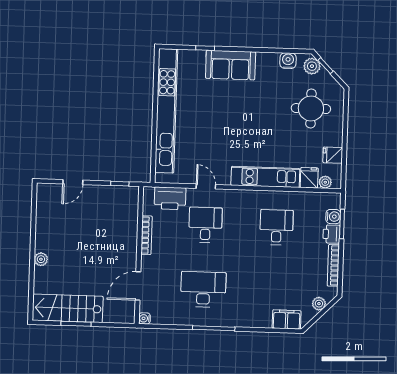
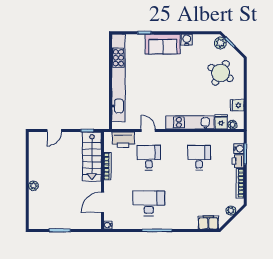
water cooler: (288, 61) -> (187, 40), moved
round table: (311, 109) -> (221, 73), turned 30
stairs: (68, 308) -> (92, 157), moved, turned -90

